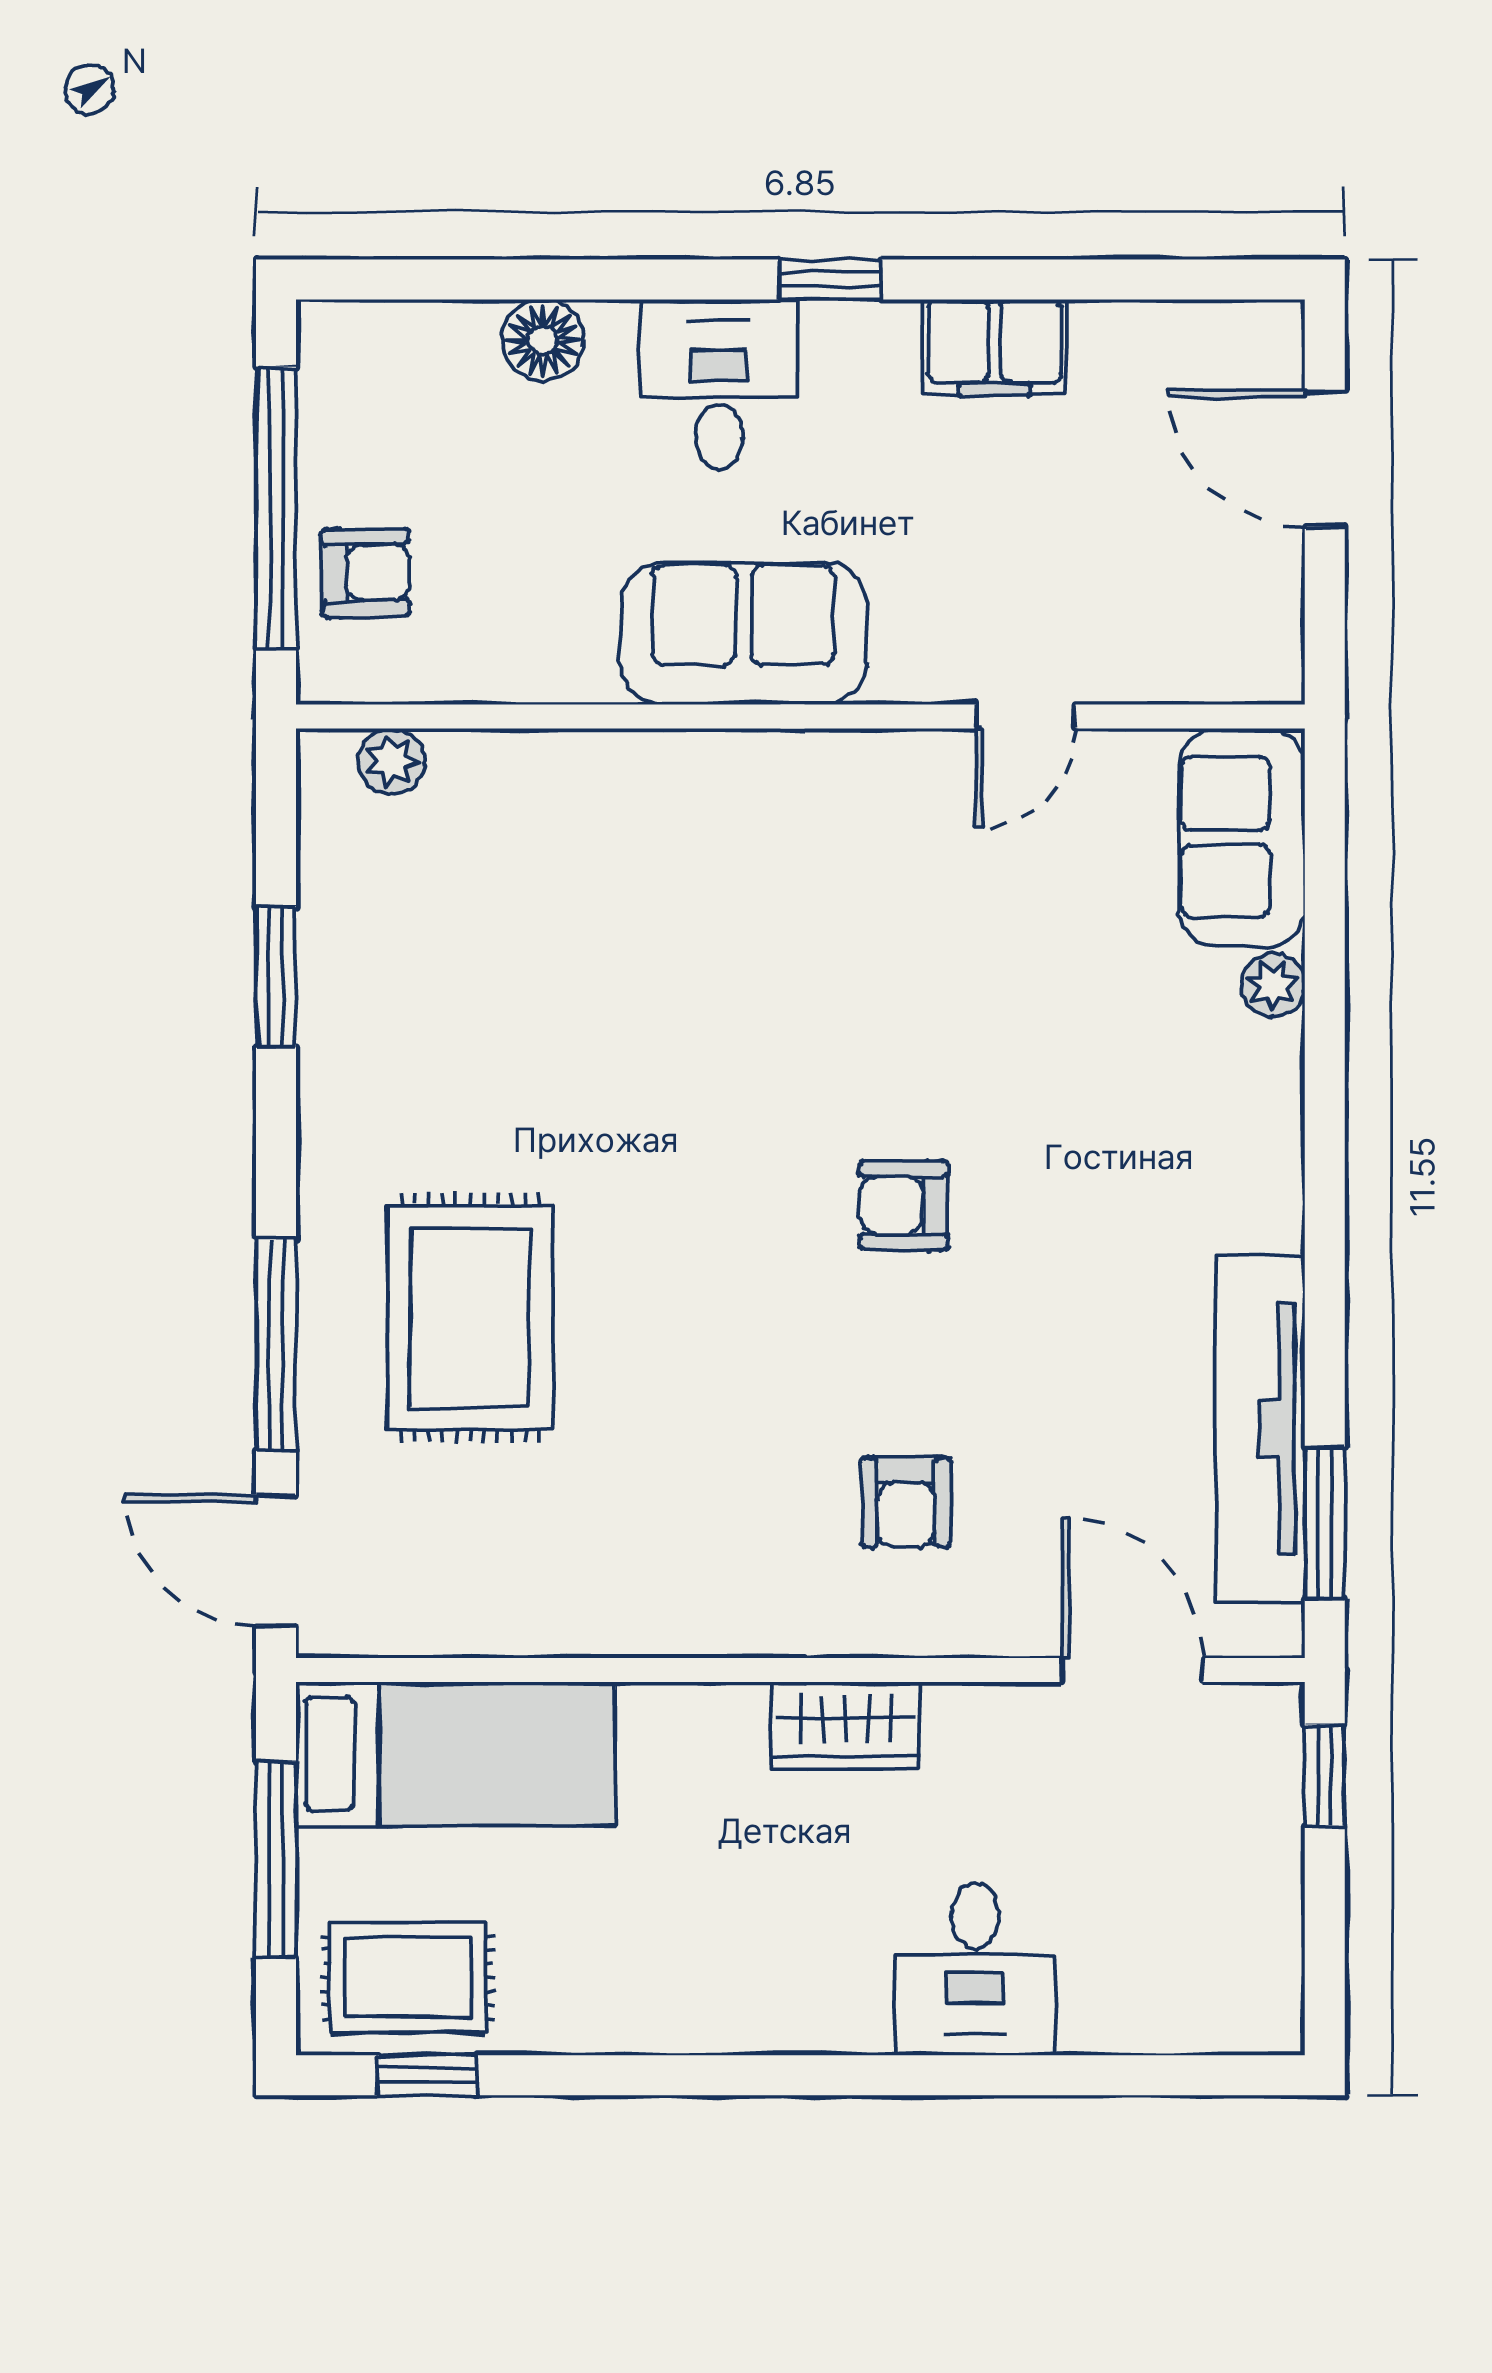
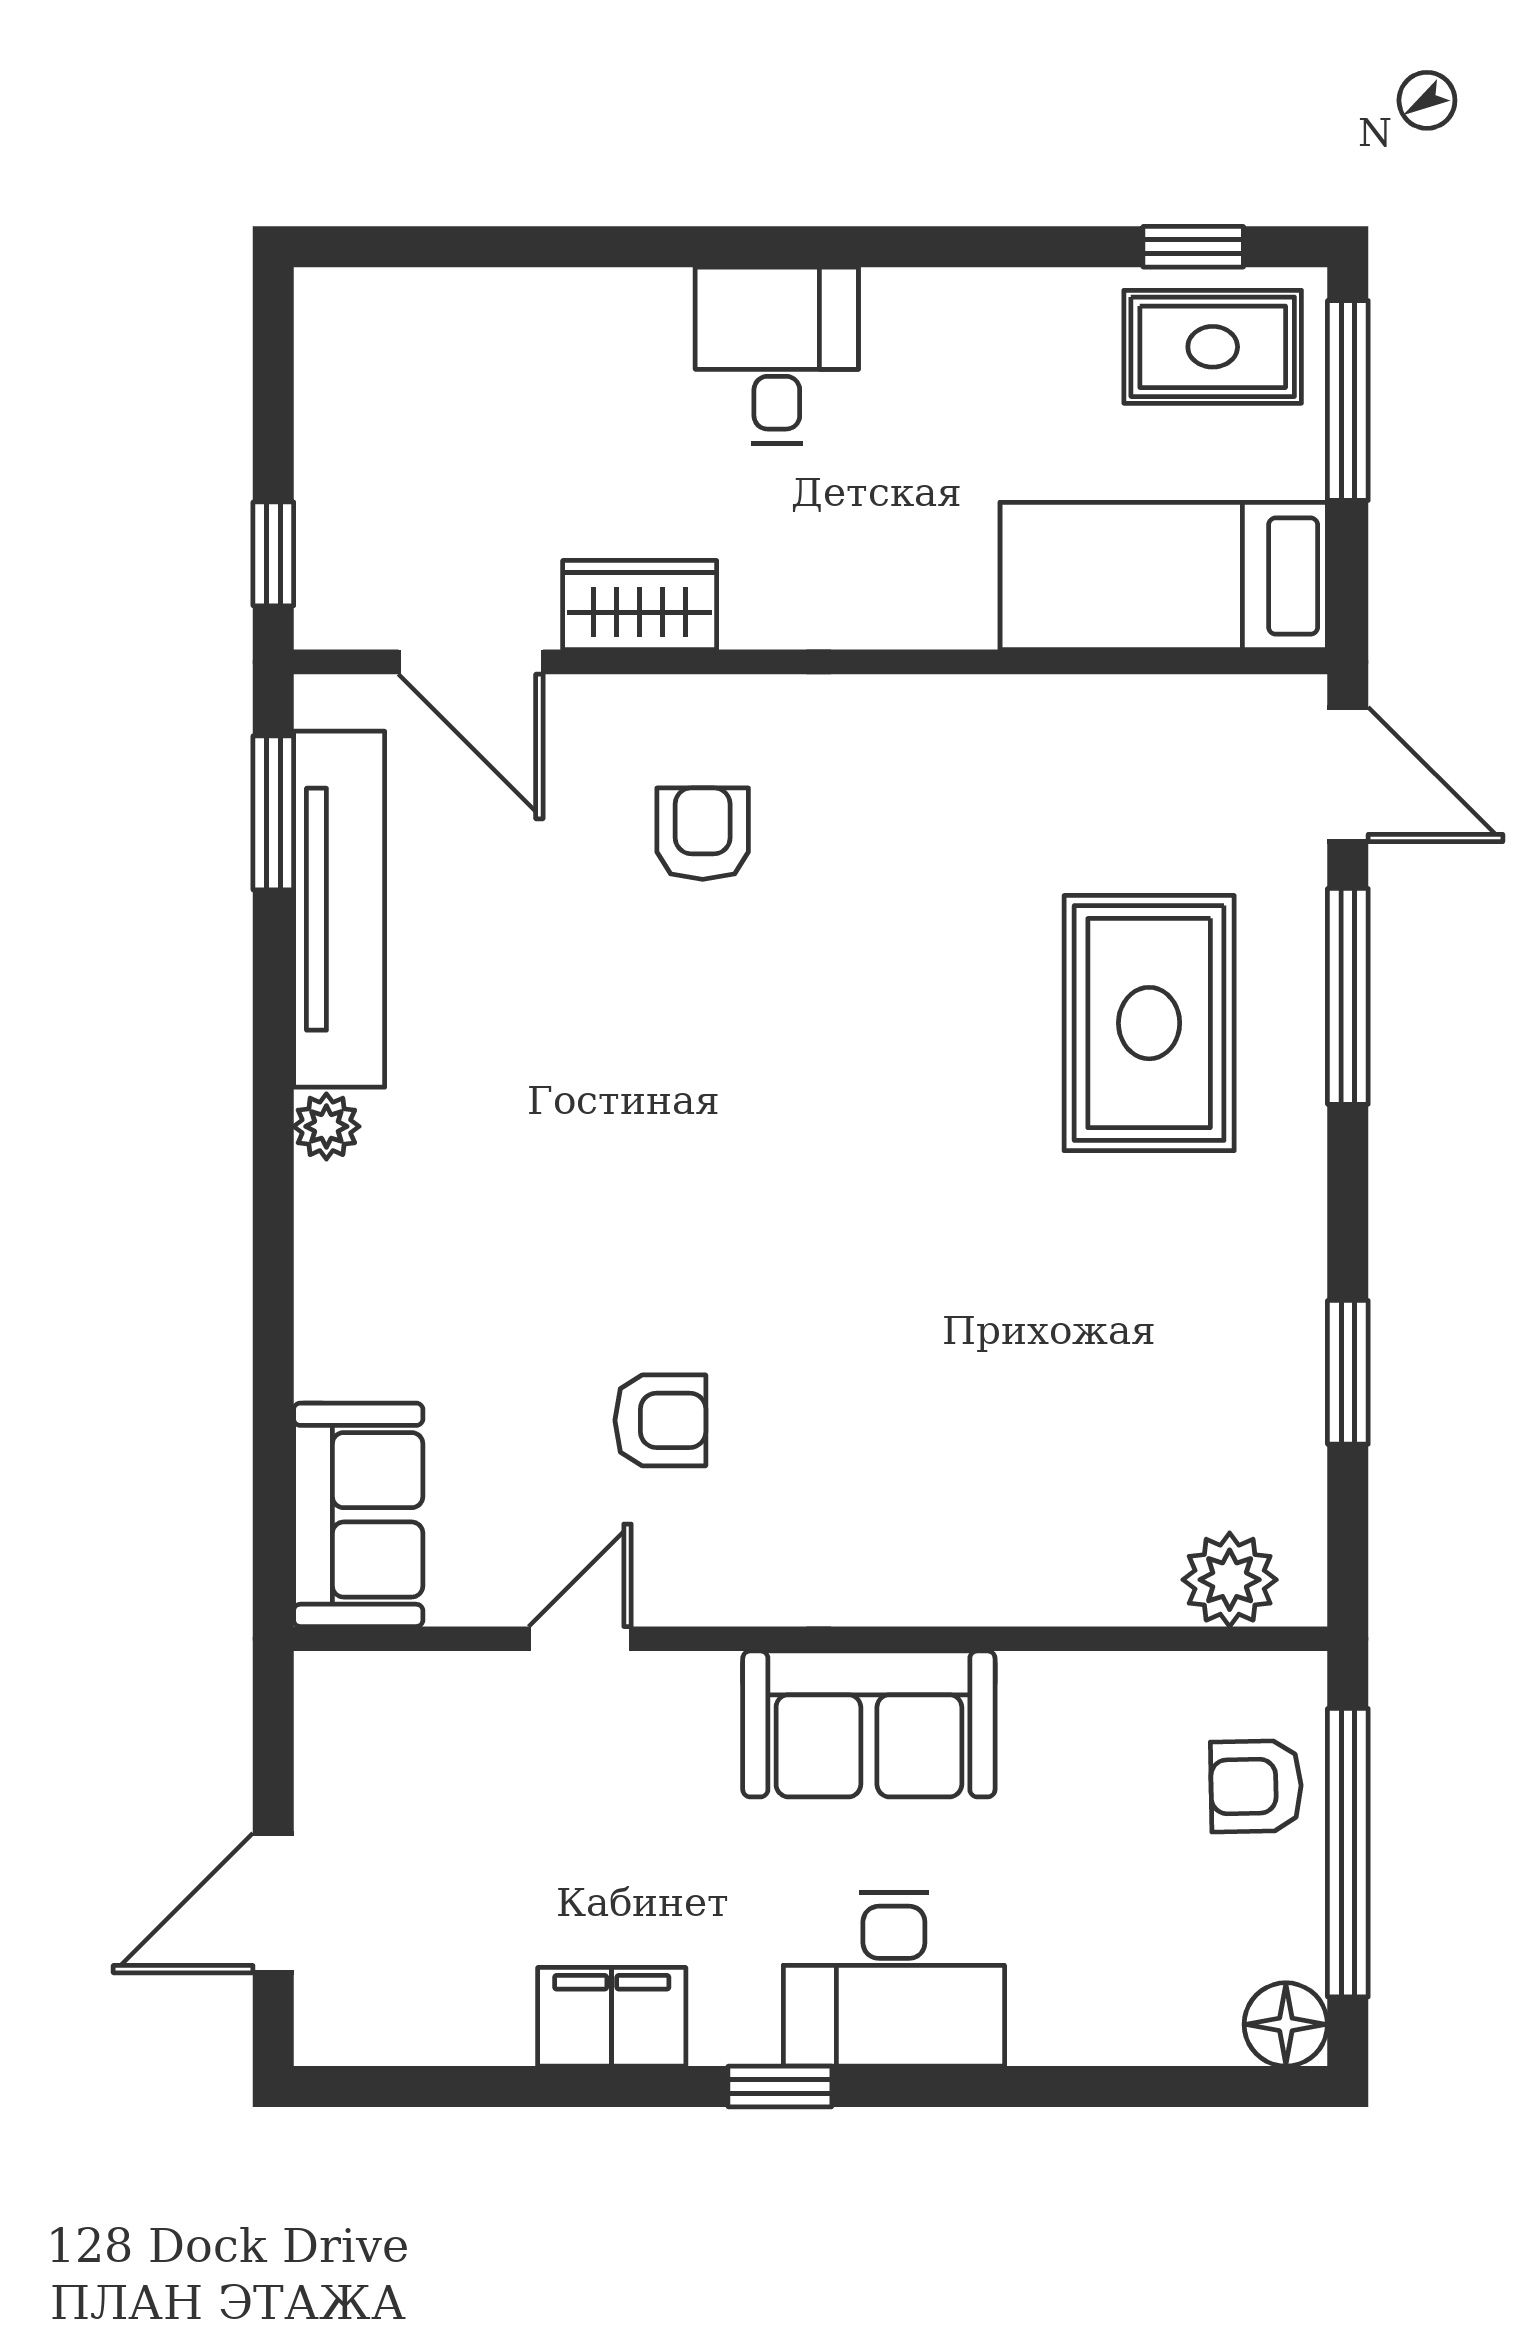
floor lamp: (543, 340) -> (1286, 2024), moved
desk: (719, 384) -> (894, 1979), width x1.37
door: (1325, 459) -> (273, 1903), swing flipped
plant: (391, 762) -> (1230, 1580), width x1.38, depth x1.38
plant: (1273, 985) -> (326, 1126), moved
armchair: (904, 1205) -> (660, 1420), moved
wardrobe: (846, 1725) -> (640, 605), moved
window: (276, 1859) -> (1348, 400), moved
desk: (975, 1969) -> (777, 355), moved

